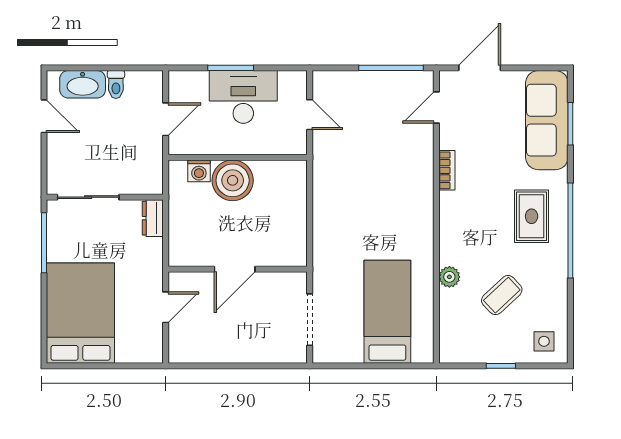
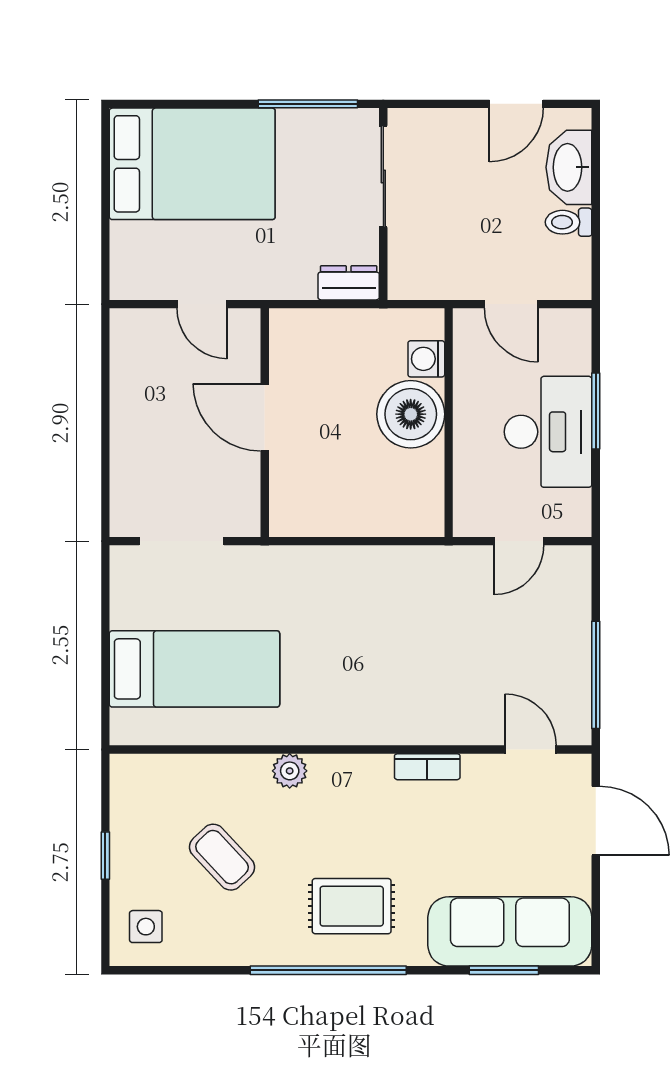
plant: (449, 277) -> (290, 771), moved

